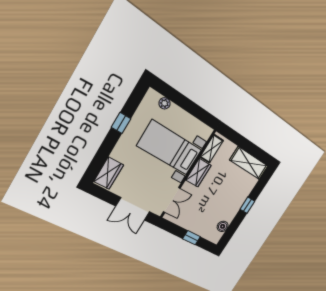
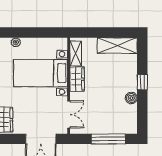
boiler: (223, 226) -> (131, 98), moved
window: (191, 238) -> (108, 139), width x2.17

